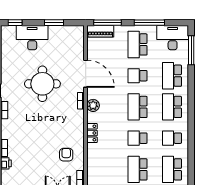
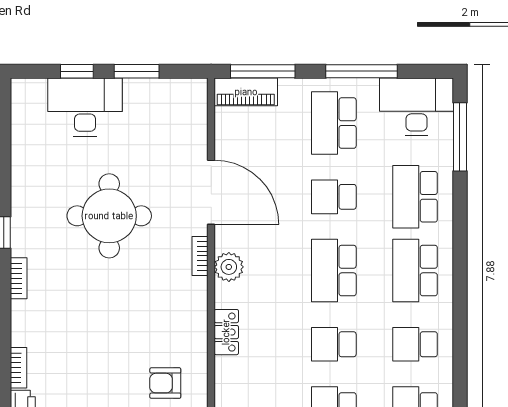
window: (15, 23) -> (77, 71), moved
armchair: (66, 155) -> (165, 383), turned -90

